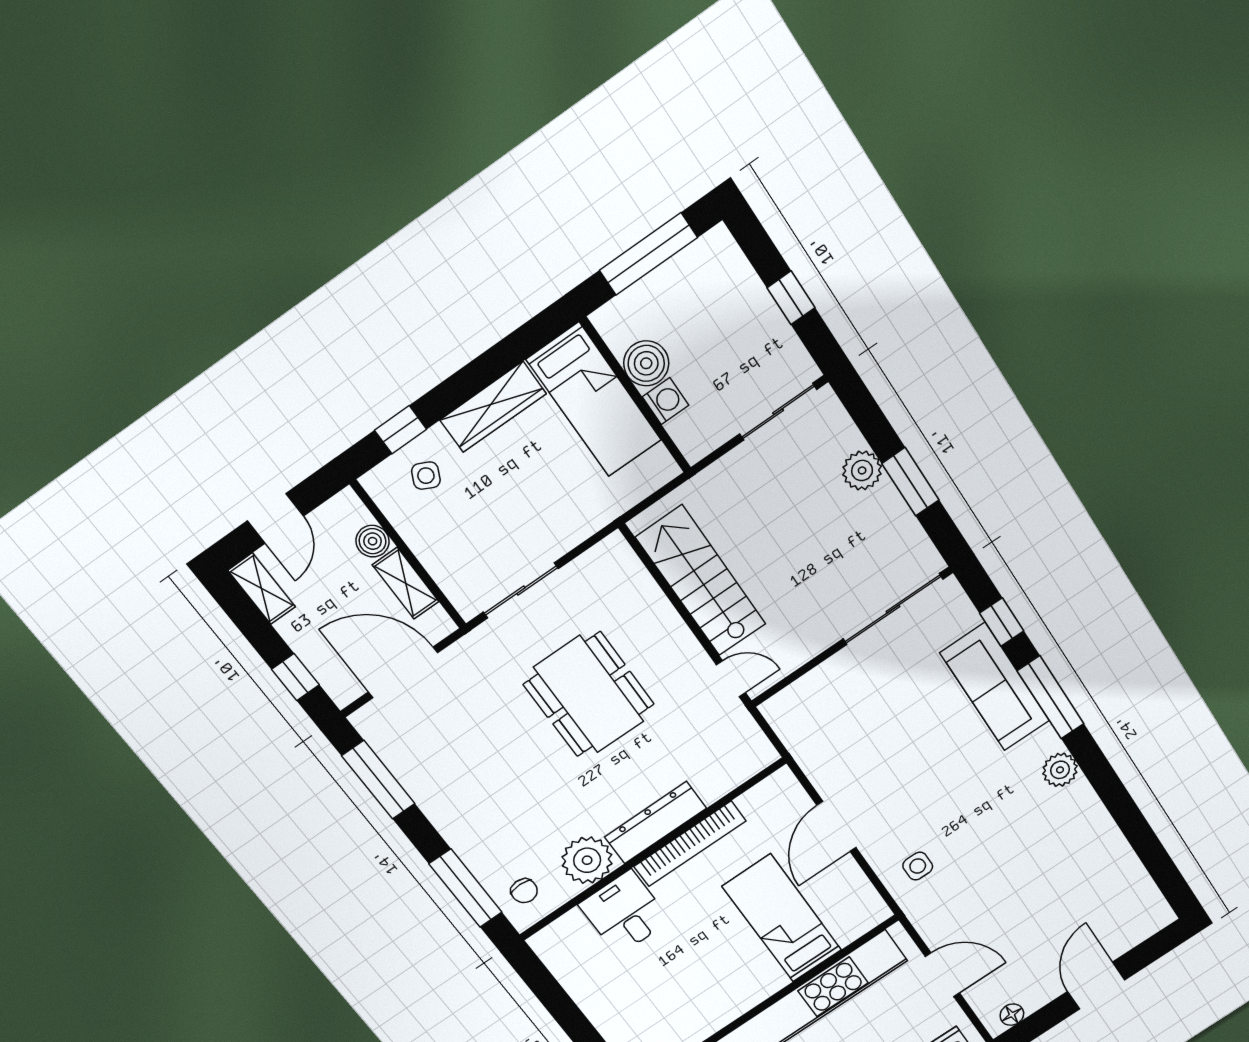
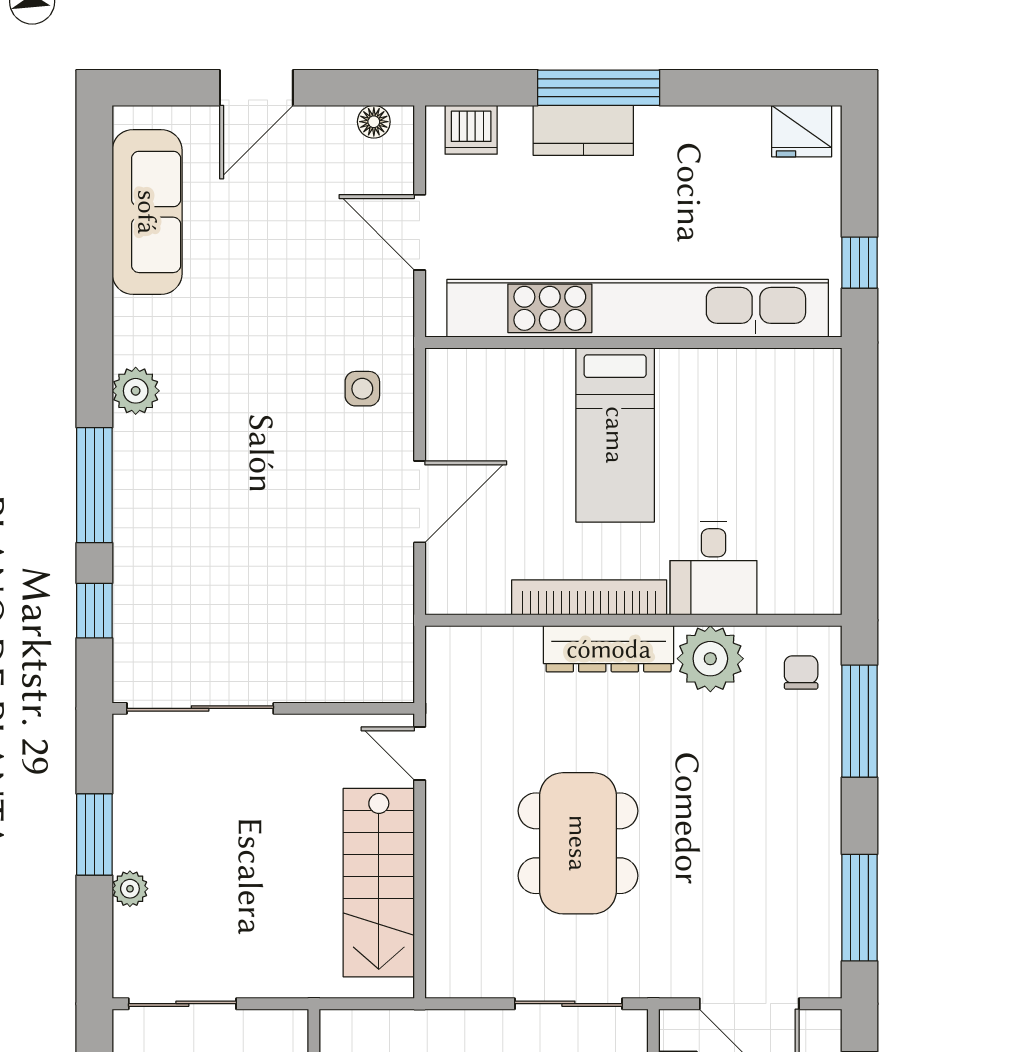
plant: (862, 470) -> (130, 889), width x0.73, depth x0.73
sofa: (995, 687) -> (147, 212), moved
bed: (782, 918) -> (615, 435), moved

